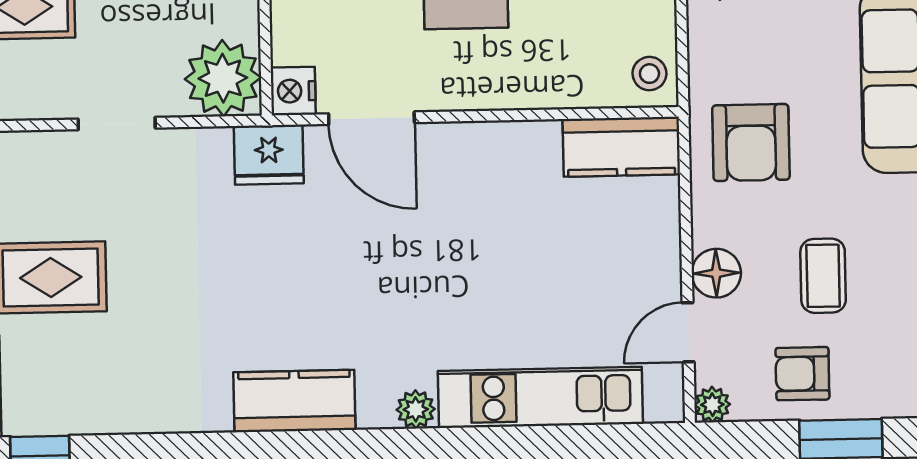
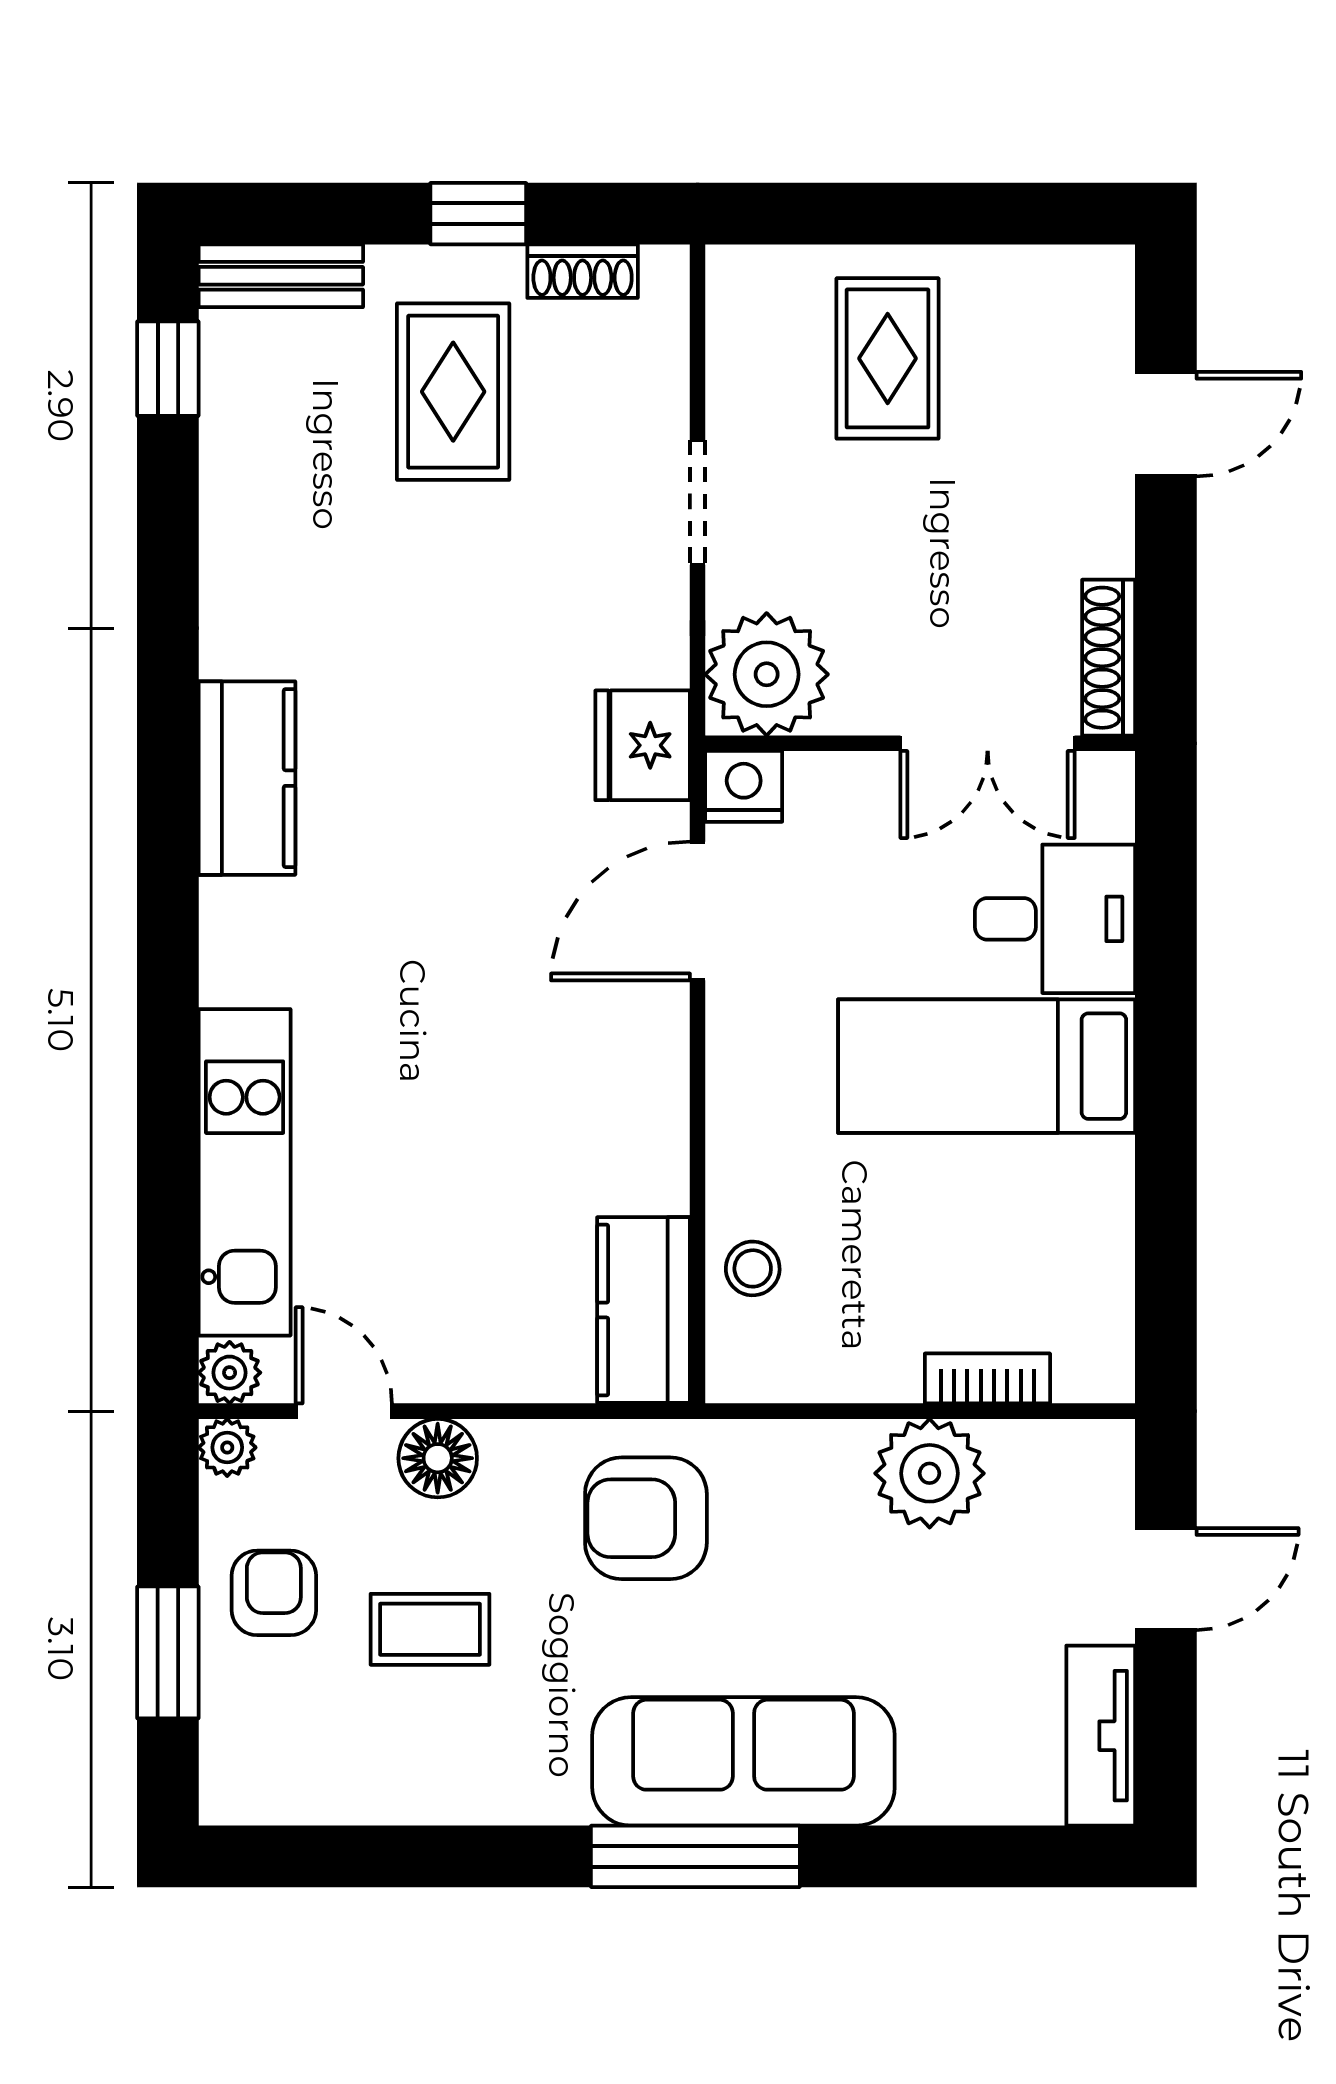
stool: (649, 74) -> (753, 1268), moved
plant: (416, 409) -> (230, 1373), moved

